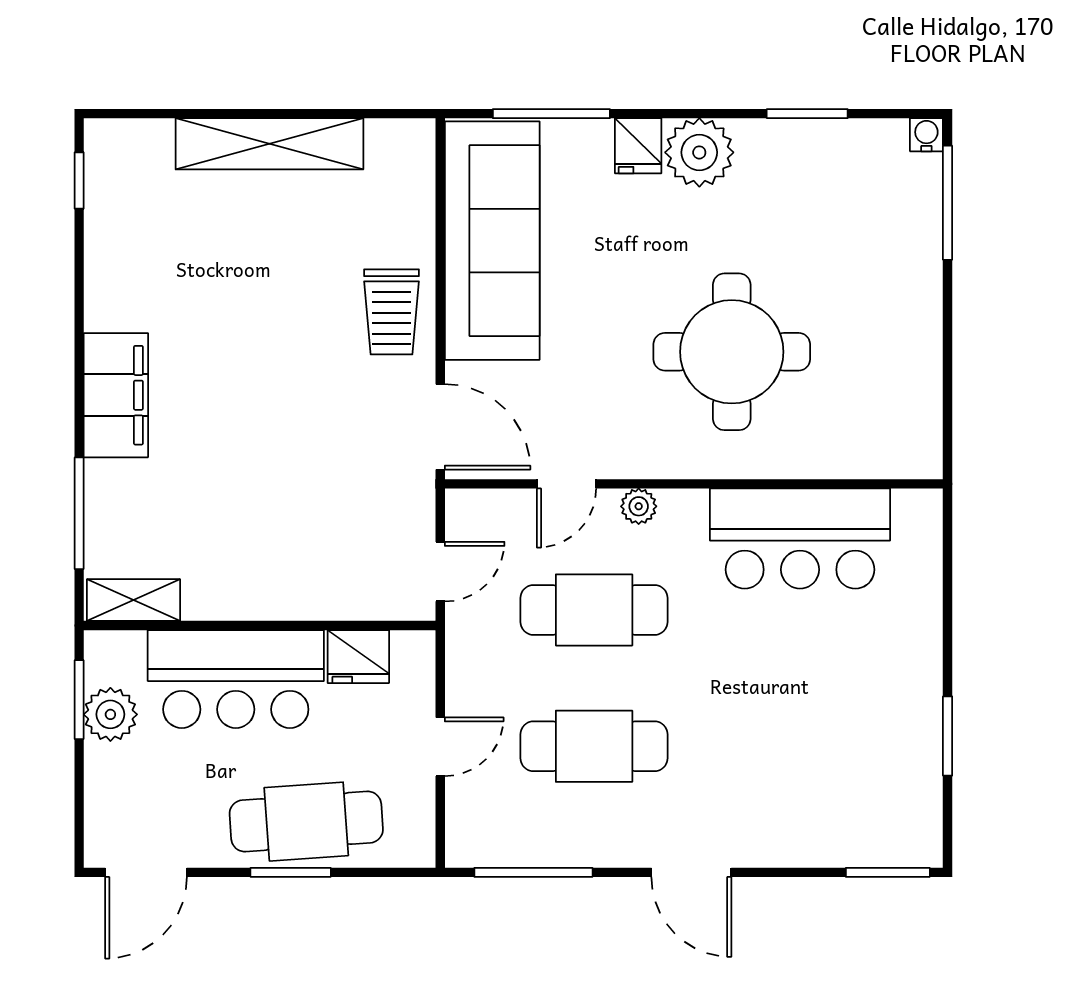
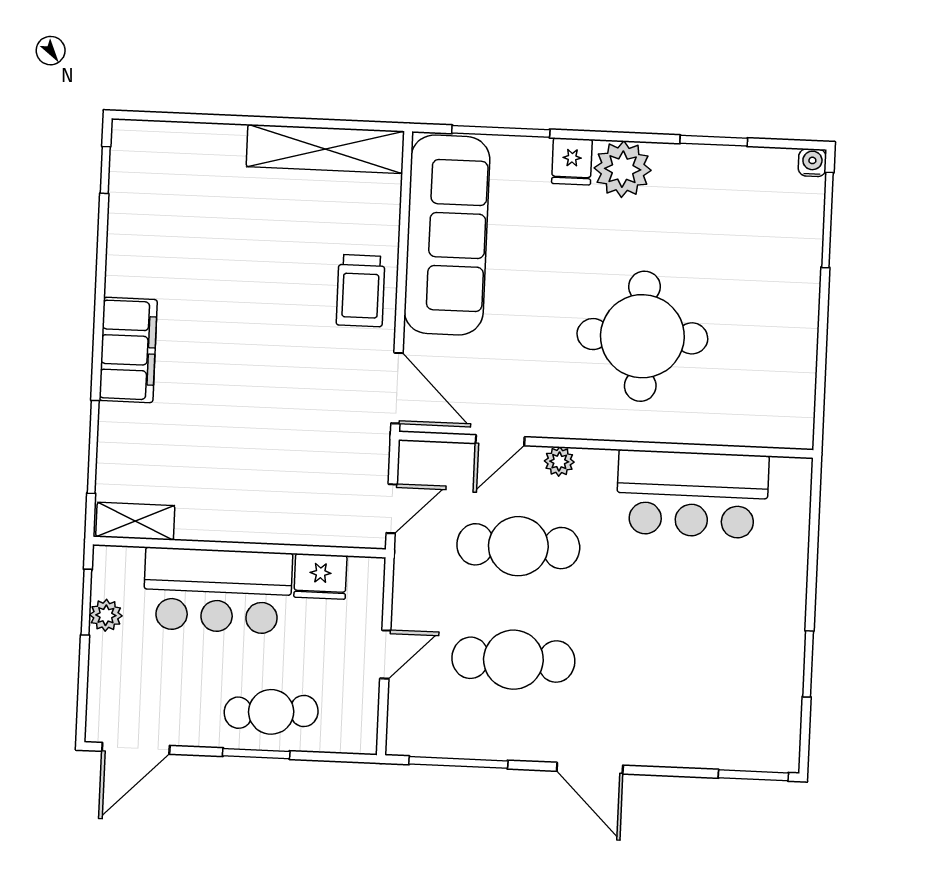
shelving: (269, 144) -> (325, 149), moved
plant: (110, 714) -> (106, 615), width x0.73, depth x0.73
cafe table: (306, 822) -> (271, 712), width x0.73, depth x0.74

